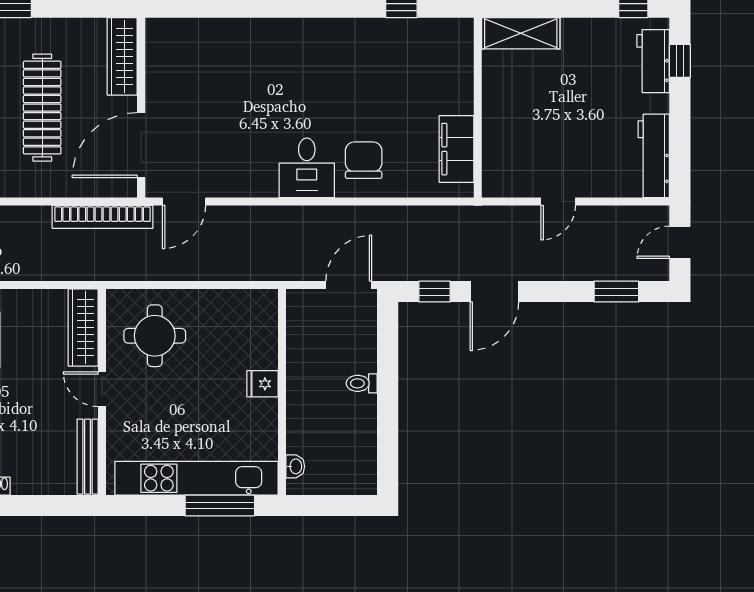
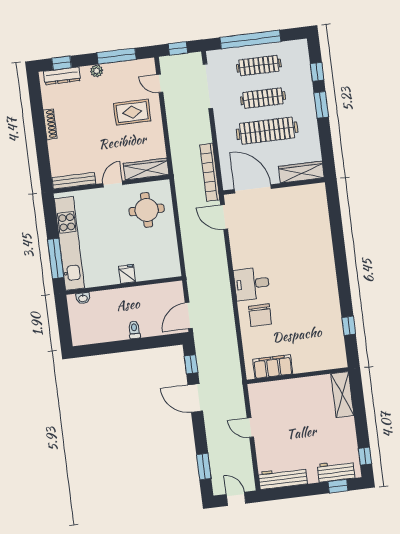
chair: (364, 160) -> (260, 315), turned 90
door: (349, 285) -> (189, 316), swing flipped

